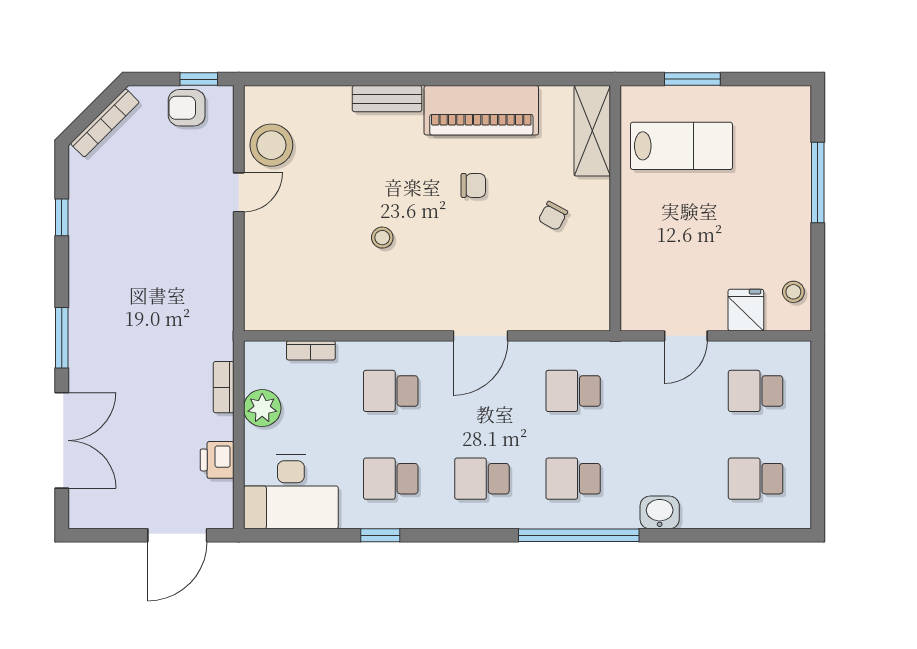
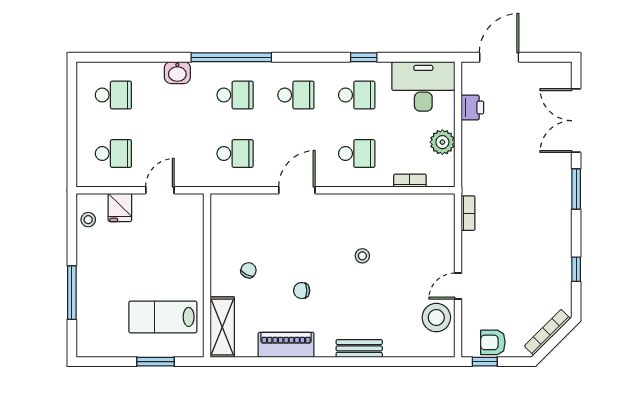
armchair: (187, 108) -> (493, 342), turned 180
piano: (481, 110) -> (286, 345), width x0.73, depth x0.75
bookcase: (224, 387) -> (468, 213), moved

